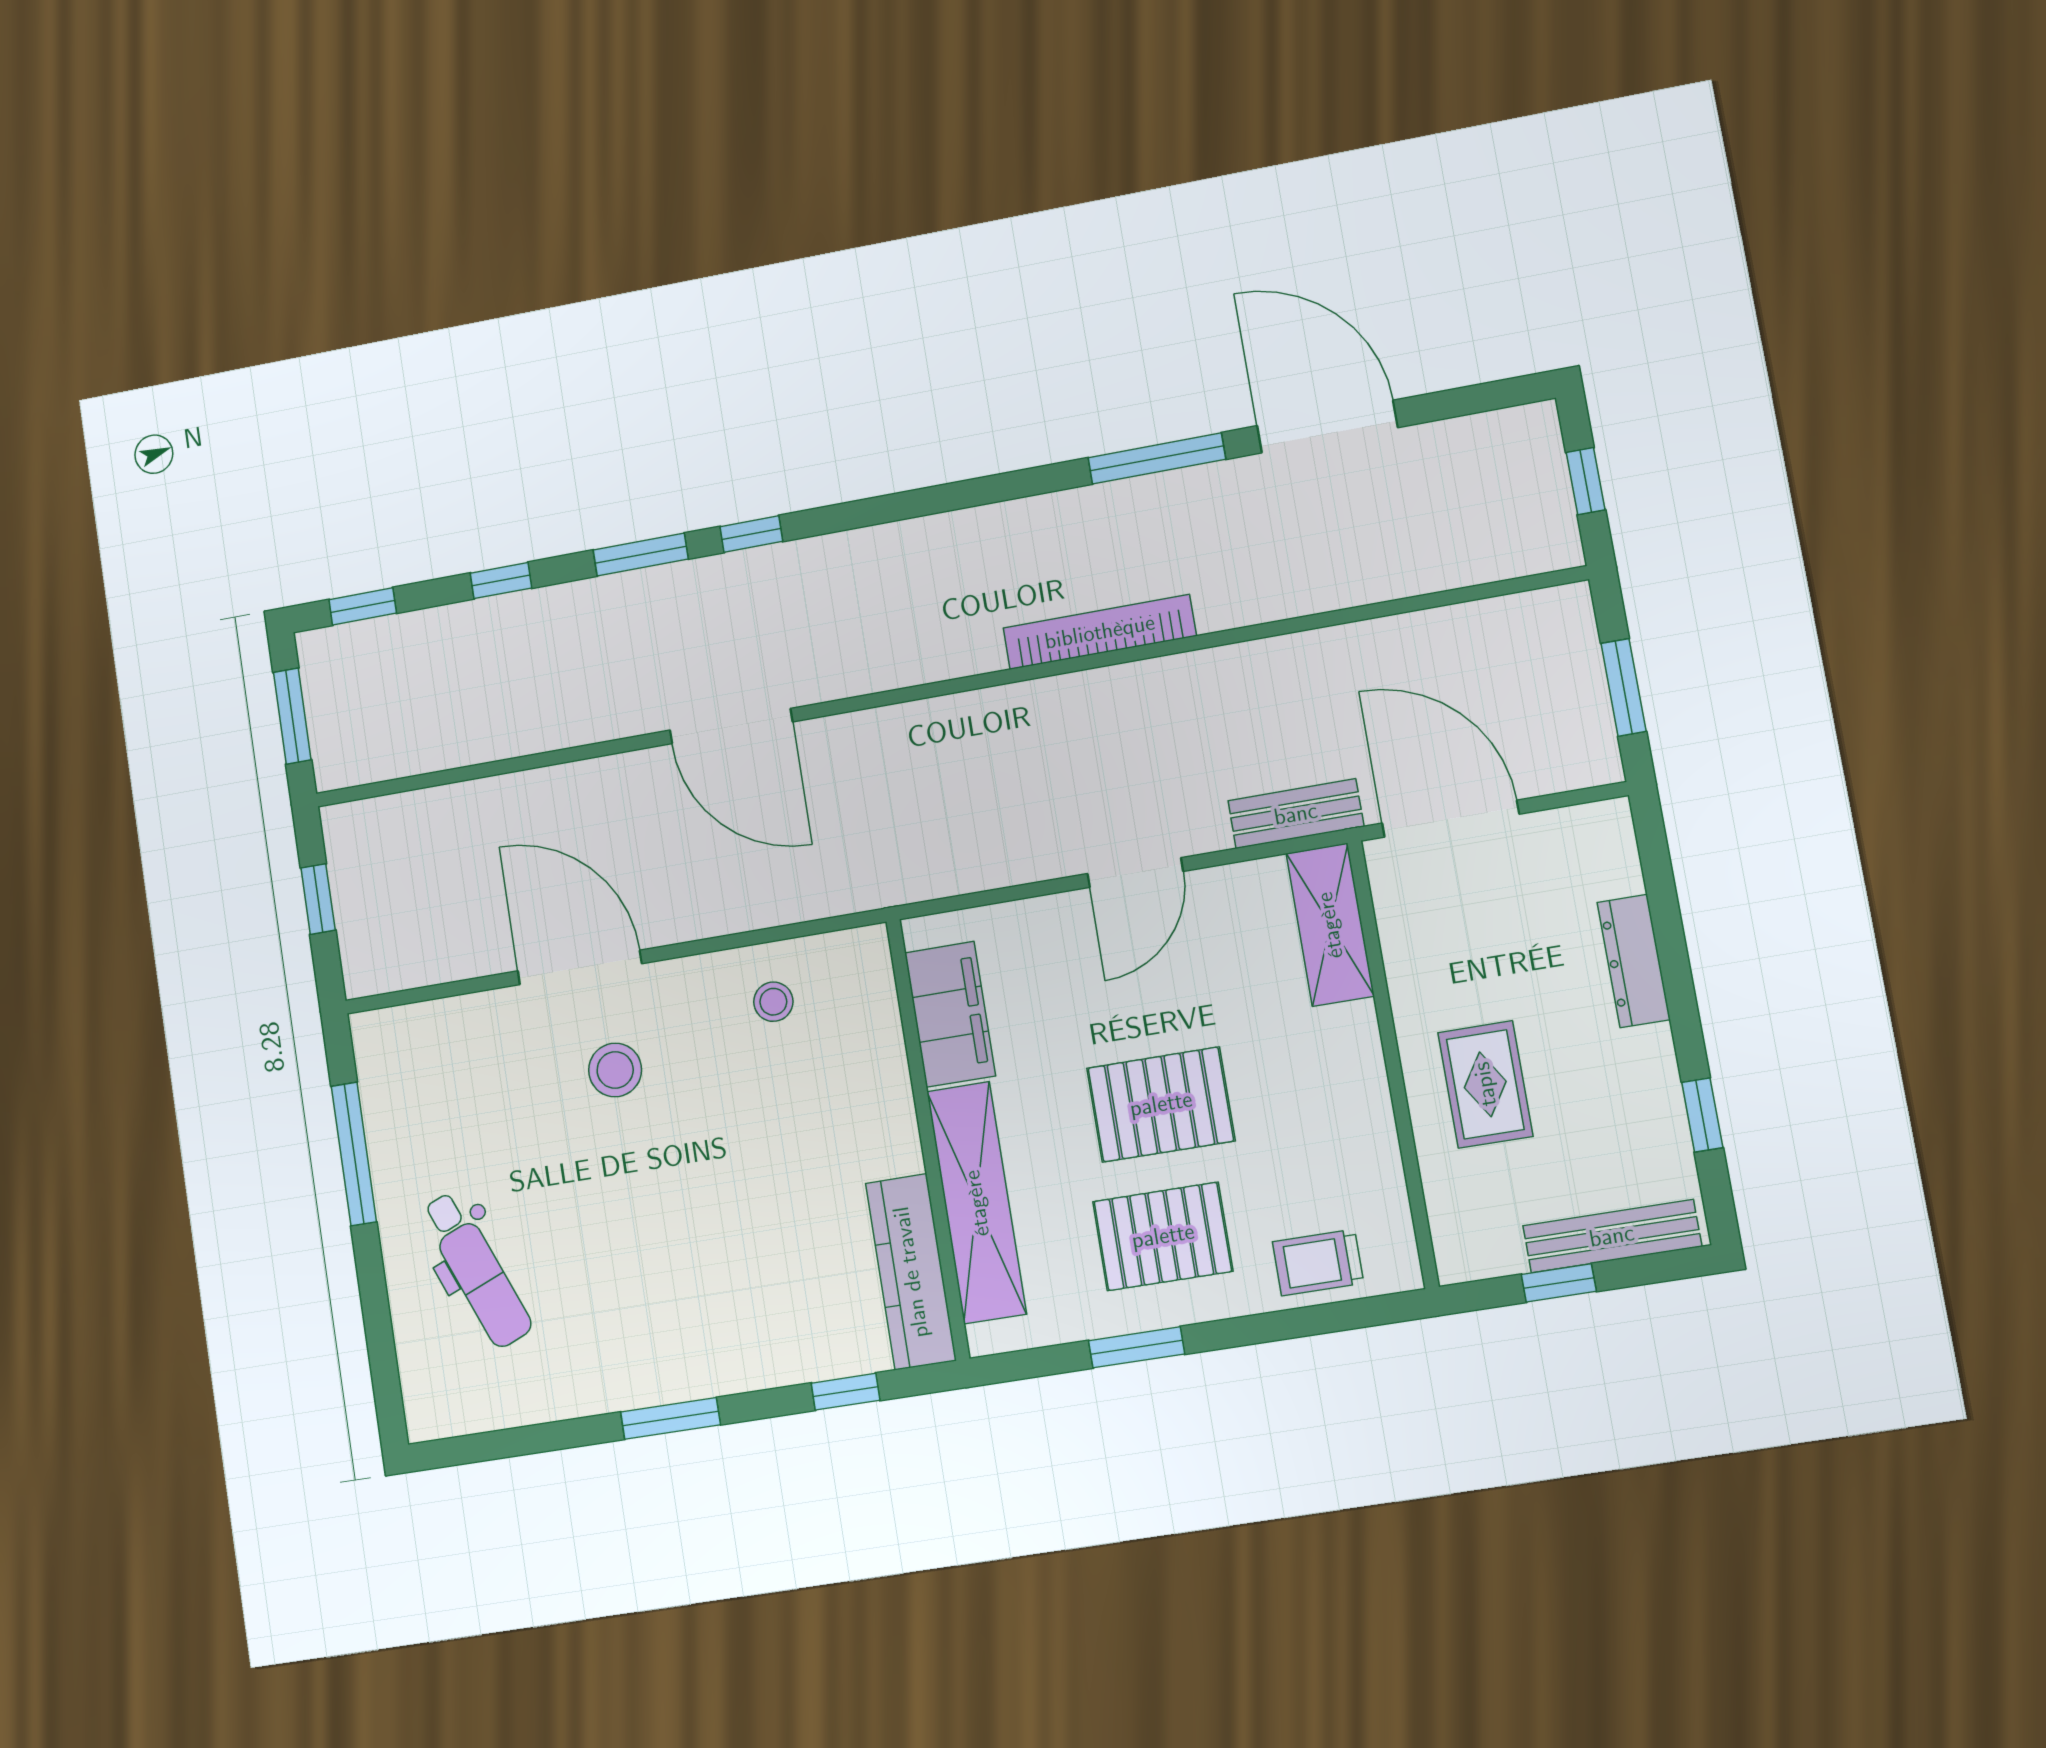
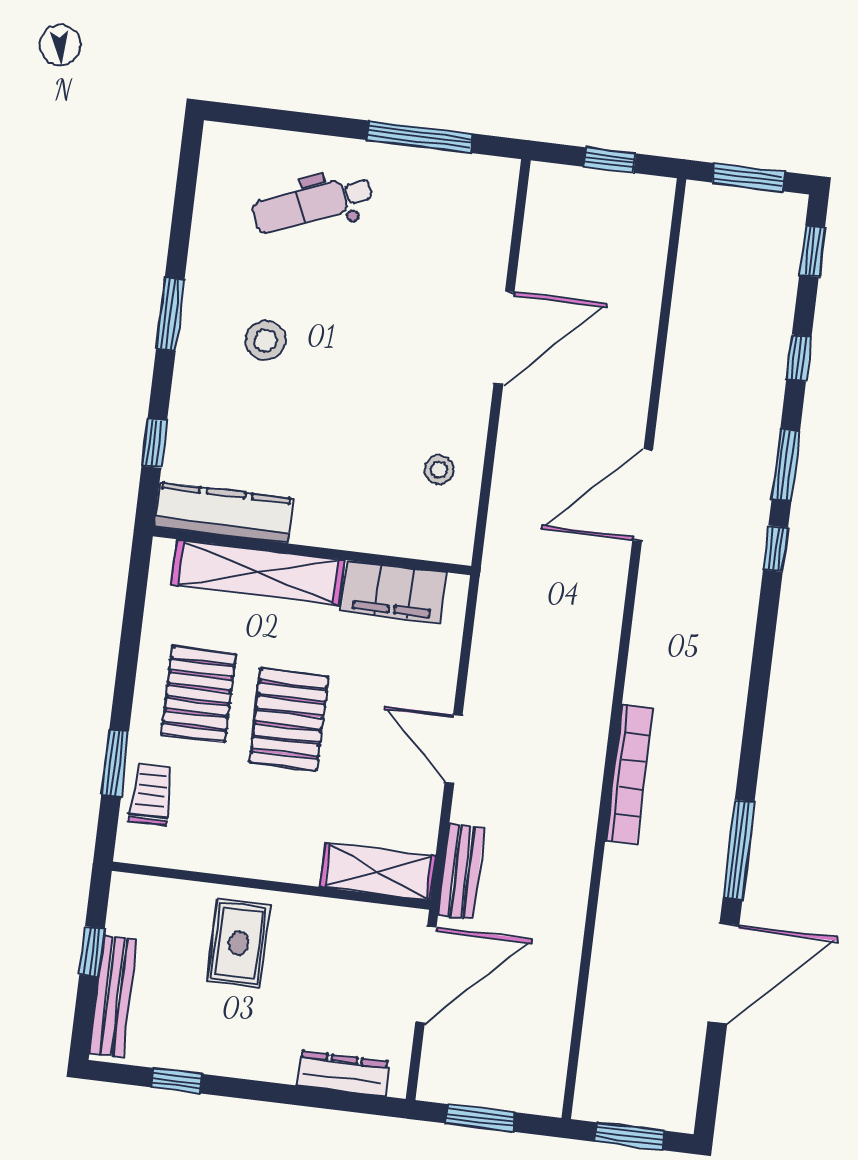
window: (1586, 481) -> (630, 1136), width x1.50
dresser: (1634, 961) -> (343, 1073), moved
stool: (615, 1070) -> (266, 341), moved
rug: (1485, 1084) -> (239, 943), turned 90
window: (1137, 1347) -> (115, 763), moved

